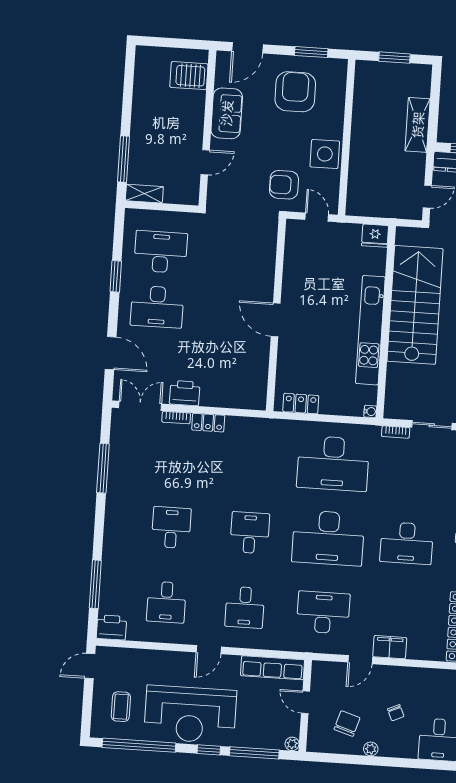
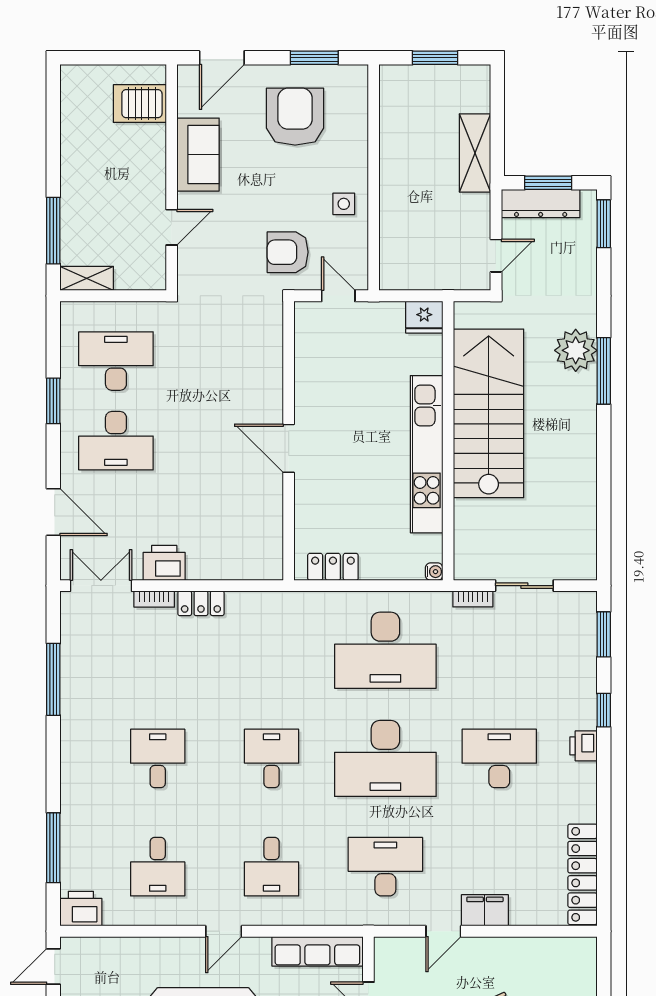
side table: (325, 154) -> (344, 204), width x0.54, depth x0.54
desk: (407, 543) -> (499, 758), turned 180

